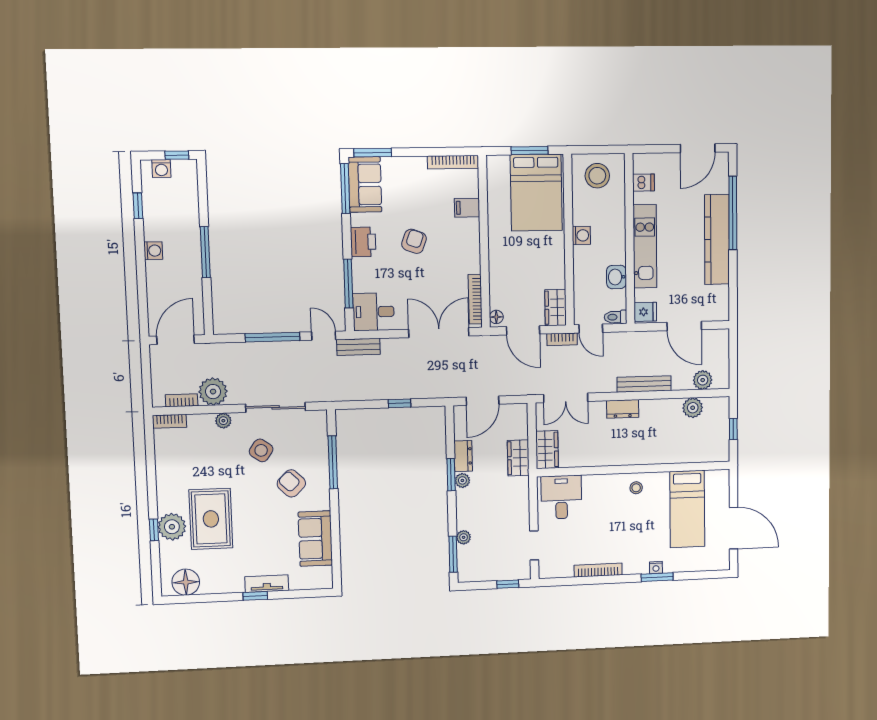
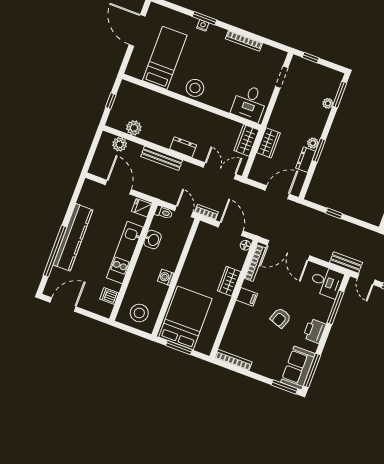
filing cabinet: (467, 208) -> (247, 297), moved
wardrobe: (556, 308) -> (229, 281), moved, turned 180
stool: (636, 488) -> (195, 88), width x1.89, depth x1.89

